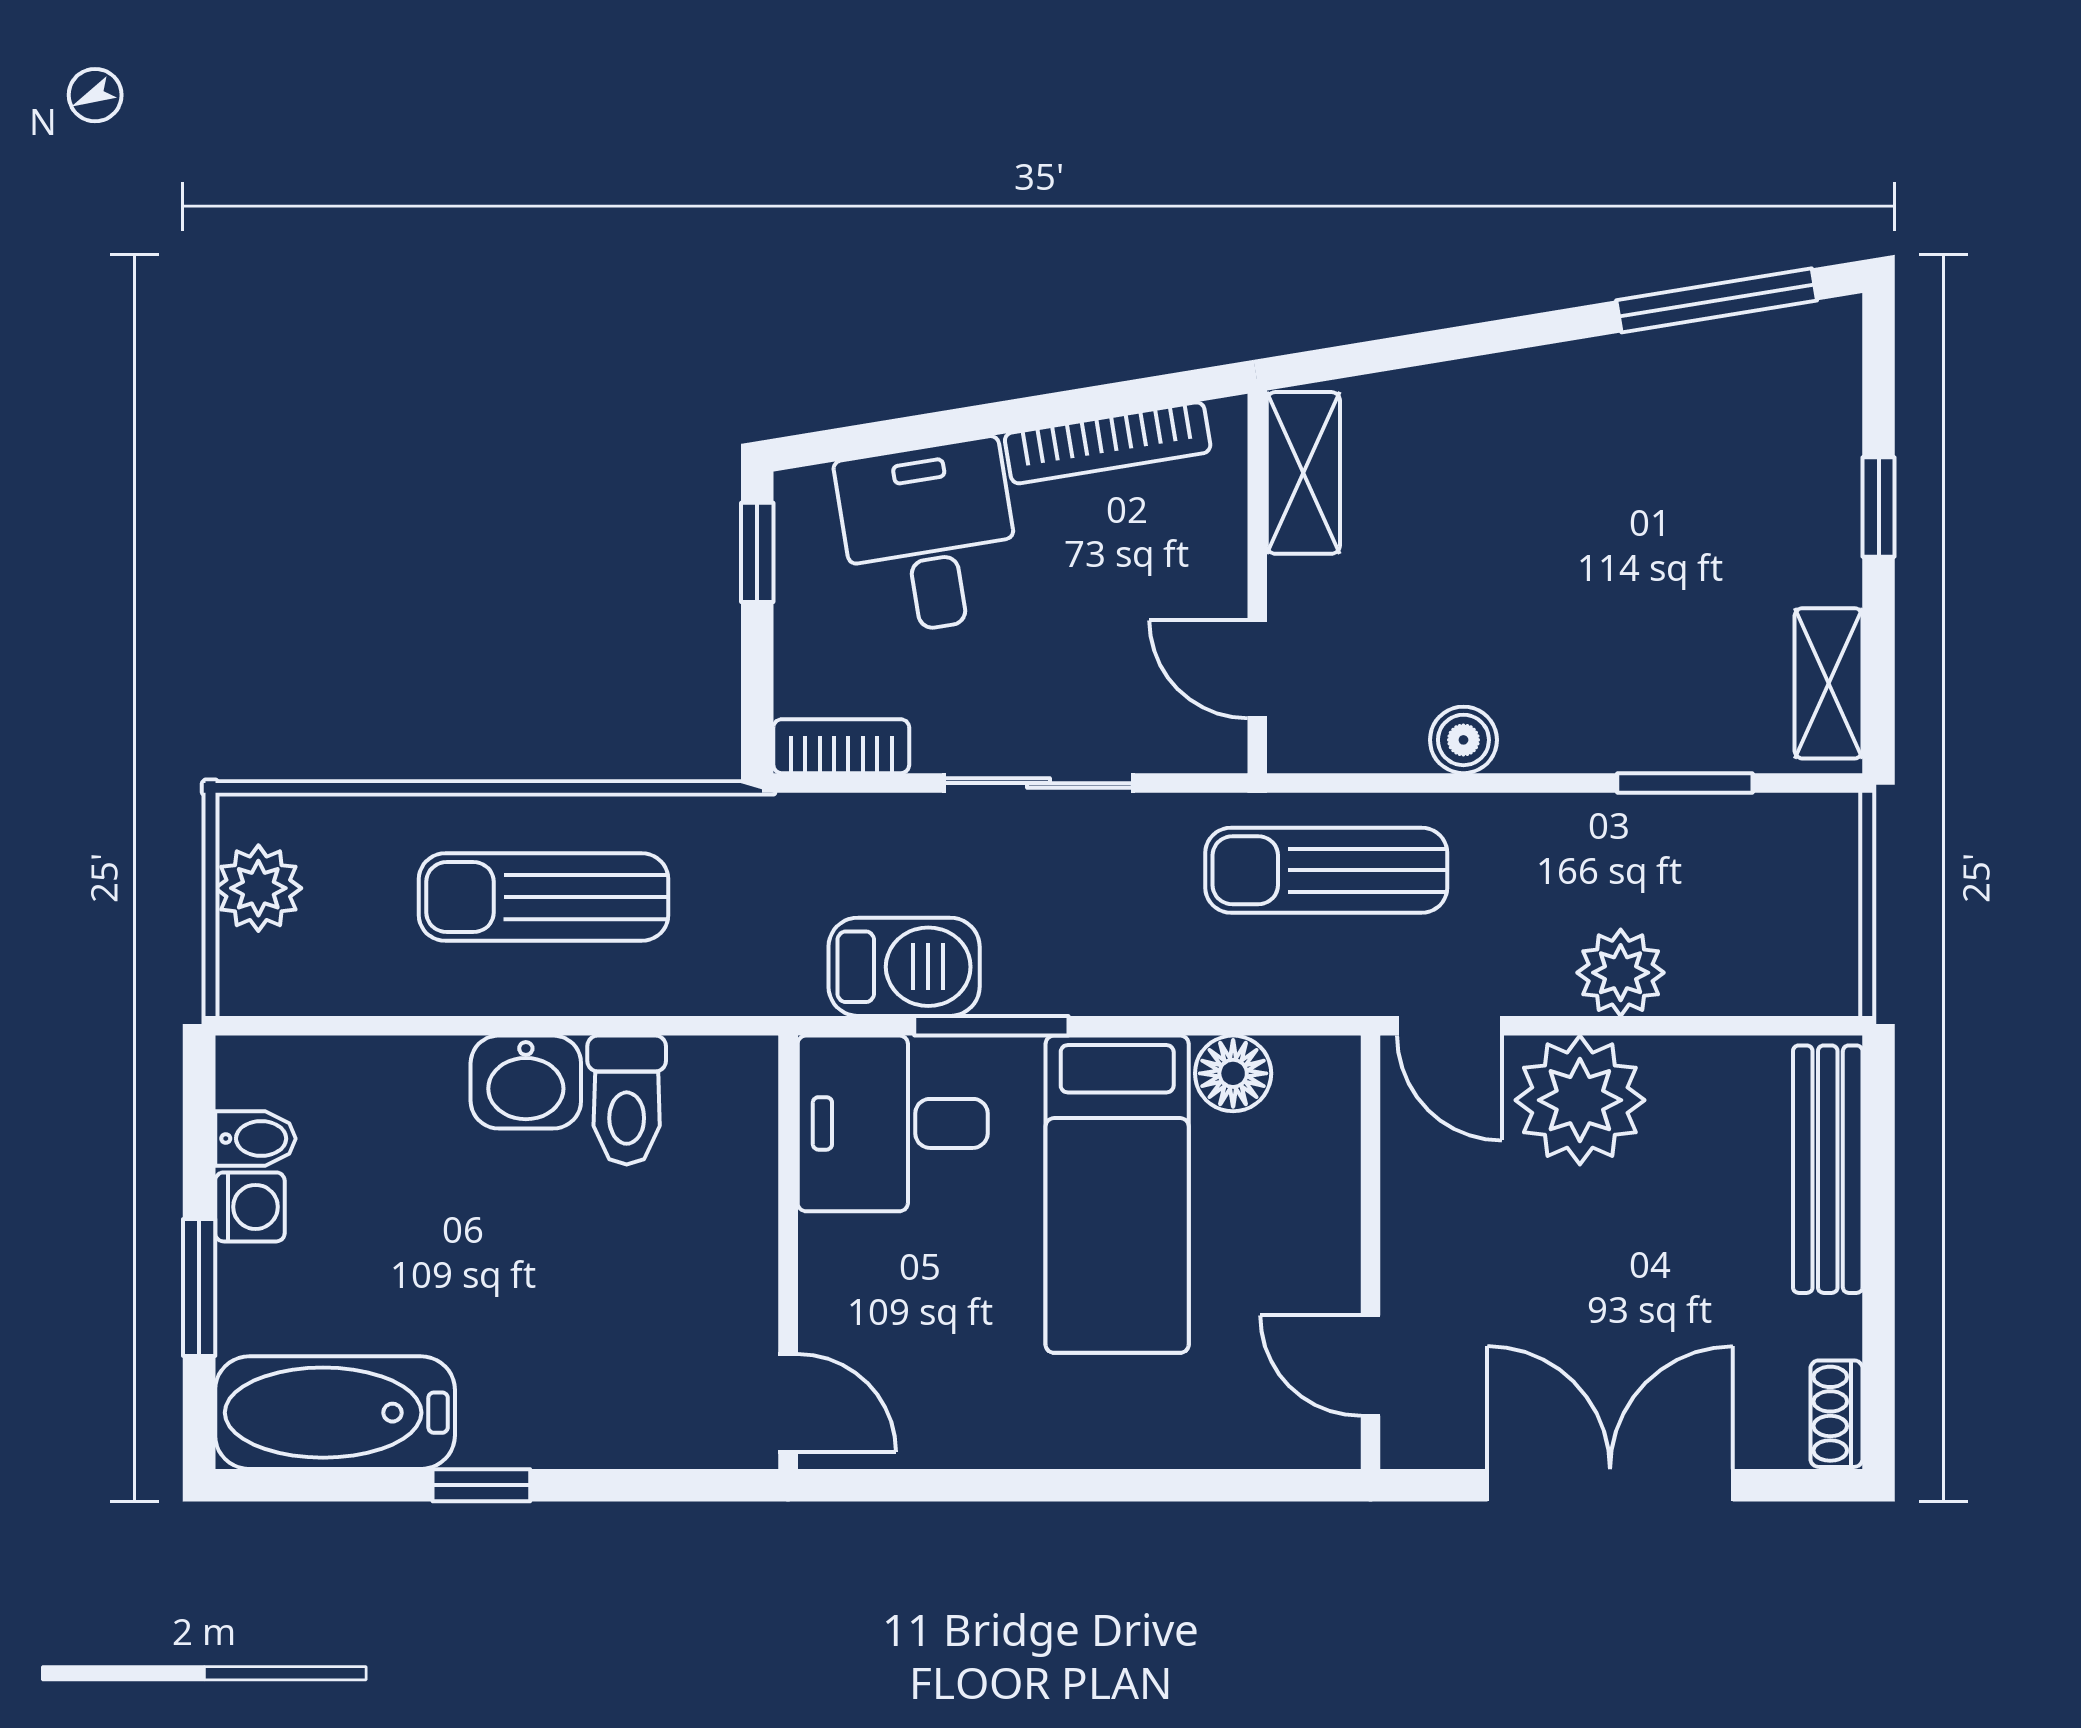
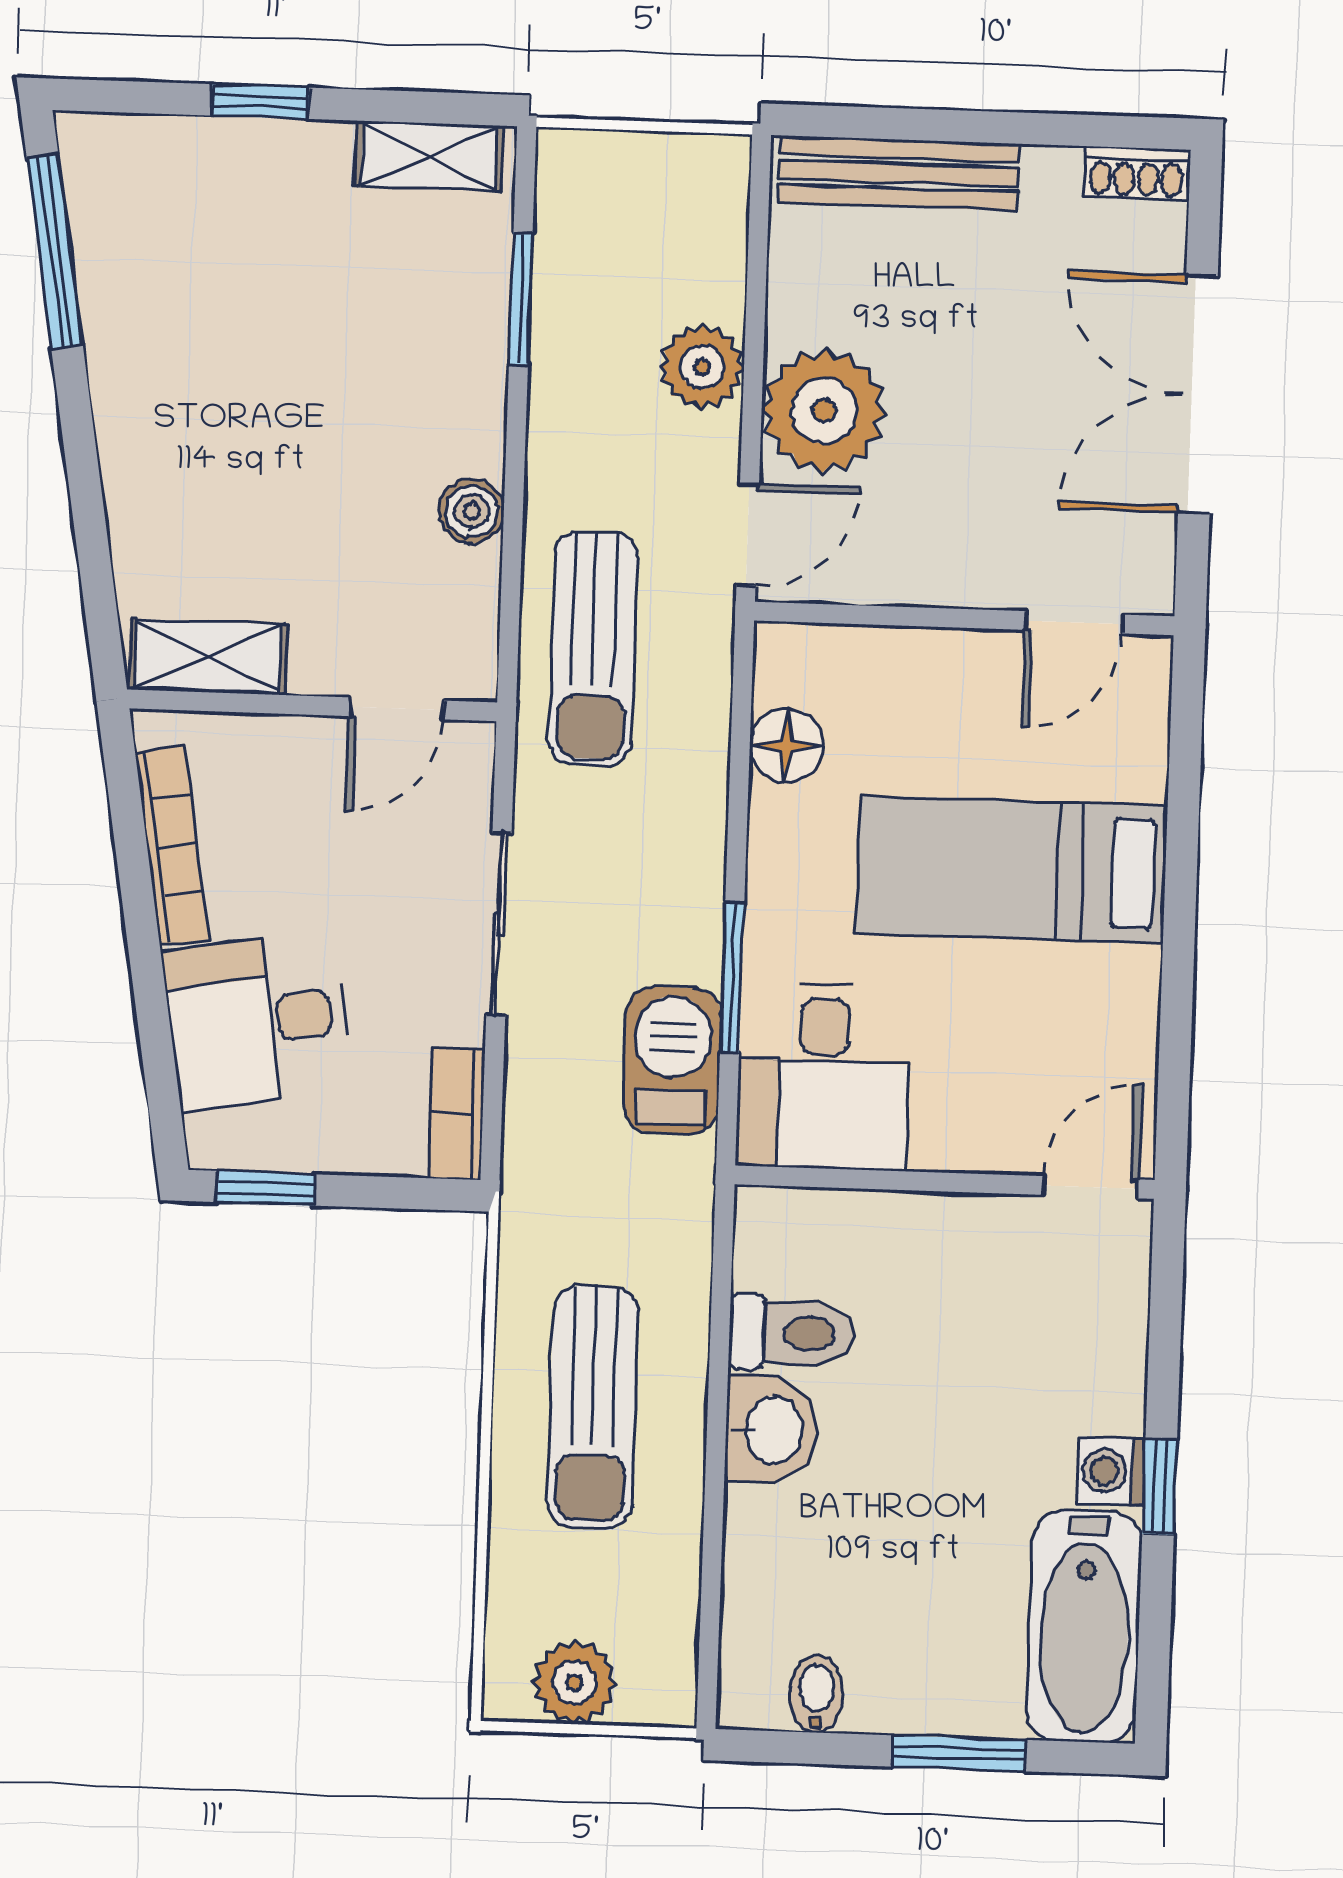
bed: (1117, 1194) -> (1012, 869), moved, turned 180
washing machine: (250, 1207) -> (1111, 1471), moved, turned -90

